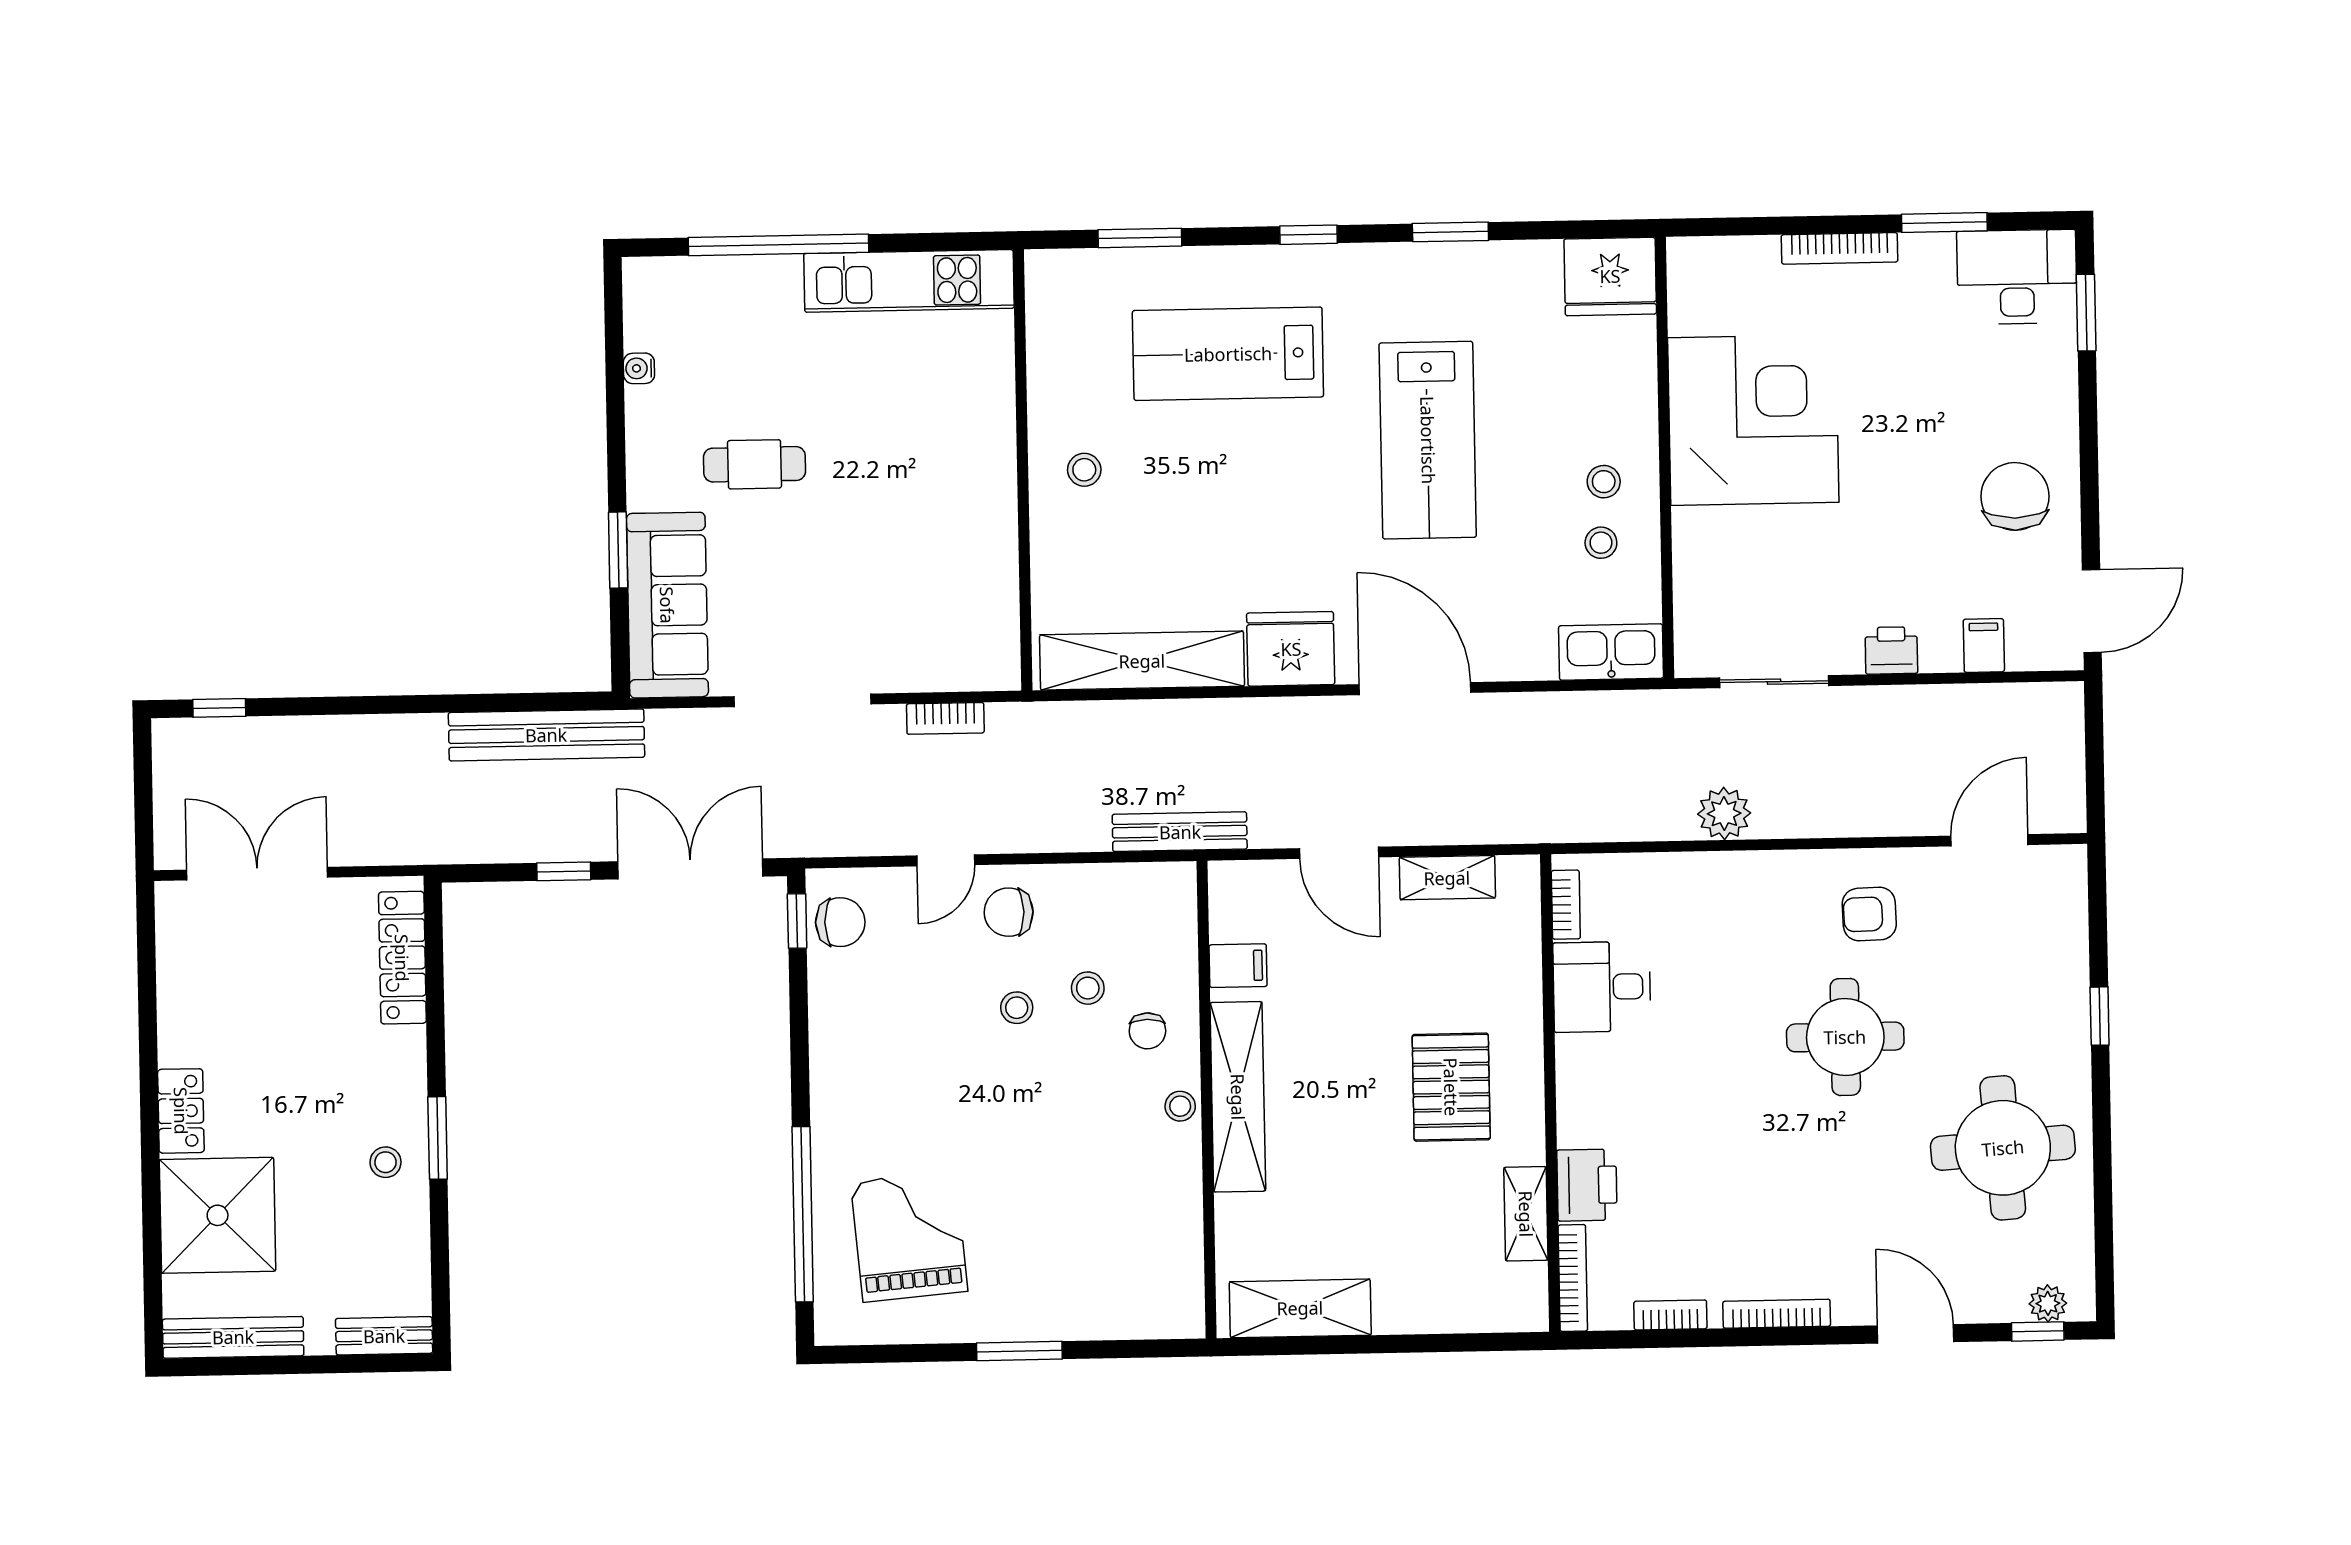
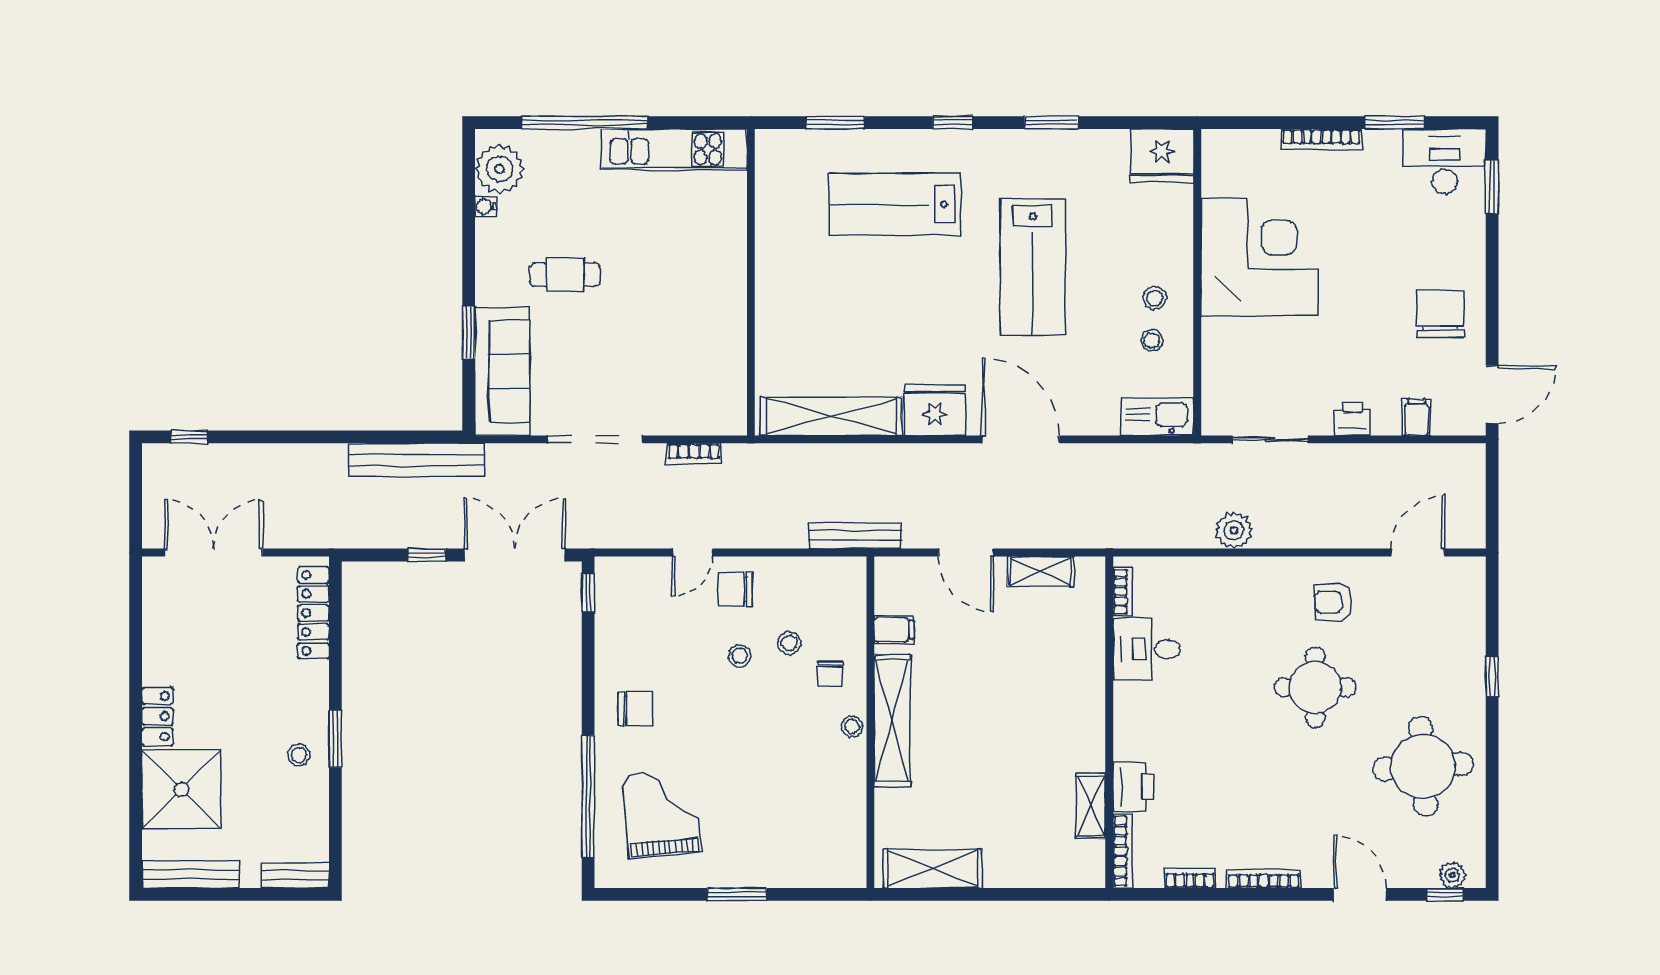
plant: (658, 314) -> (500, 169), added
stool: (1084, 470) -> (794, 283), removed
chair: (840, 922) -> (635, 709), moved
pallet: (1451, 1087) -> (1041, 717), removed

